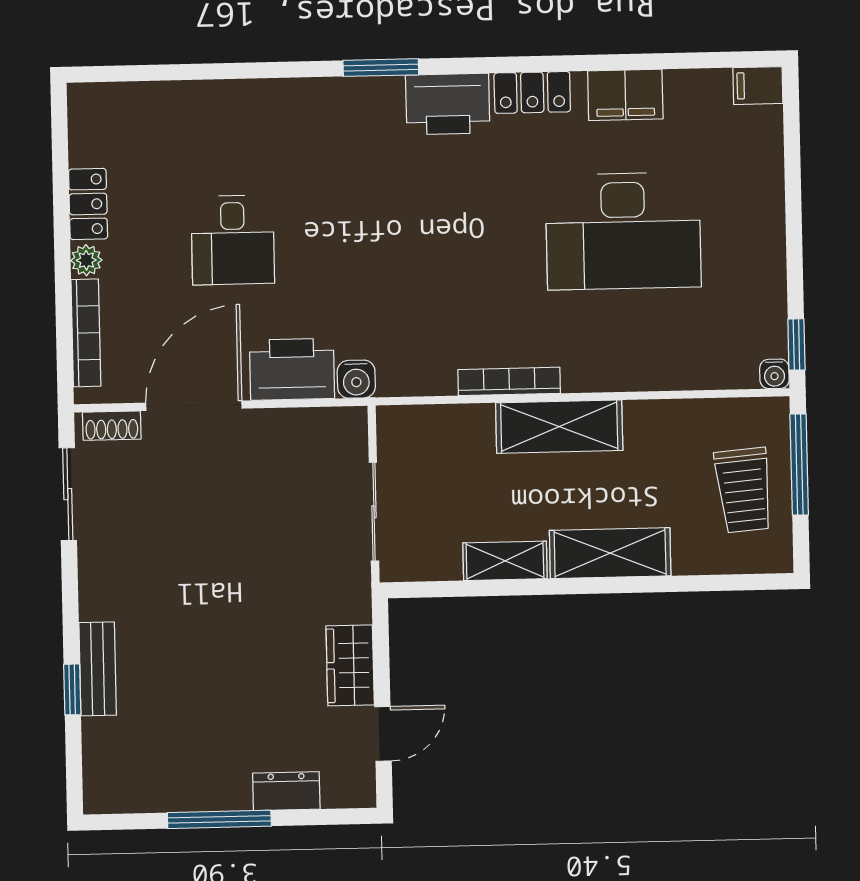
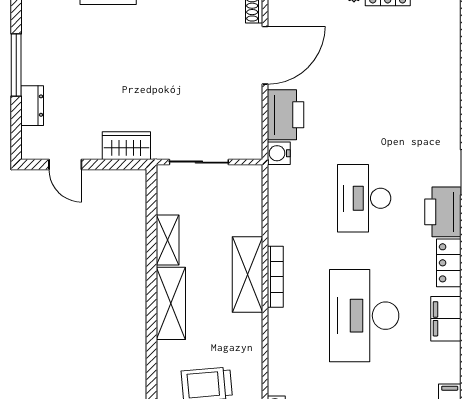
desk: (233, 240) -> (364, 198), moved, width x1.37
bookcase: (509, 381) -> (275, 277), moved
door: (194, 406) -> (265, 55), hinge flipped
wardrobe: (350, 665) -> (126, 146), moved

